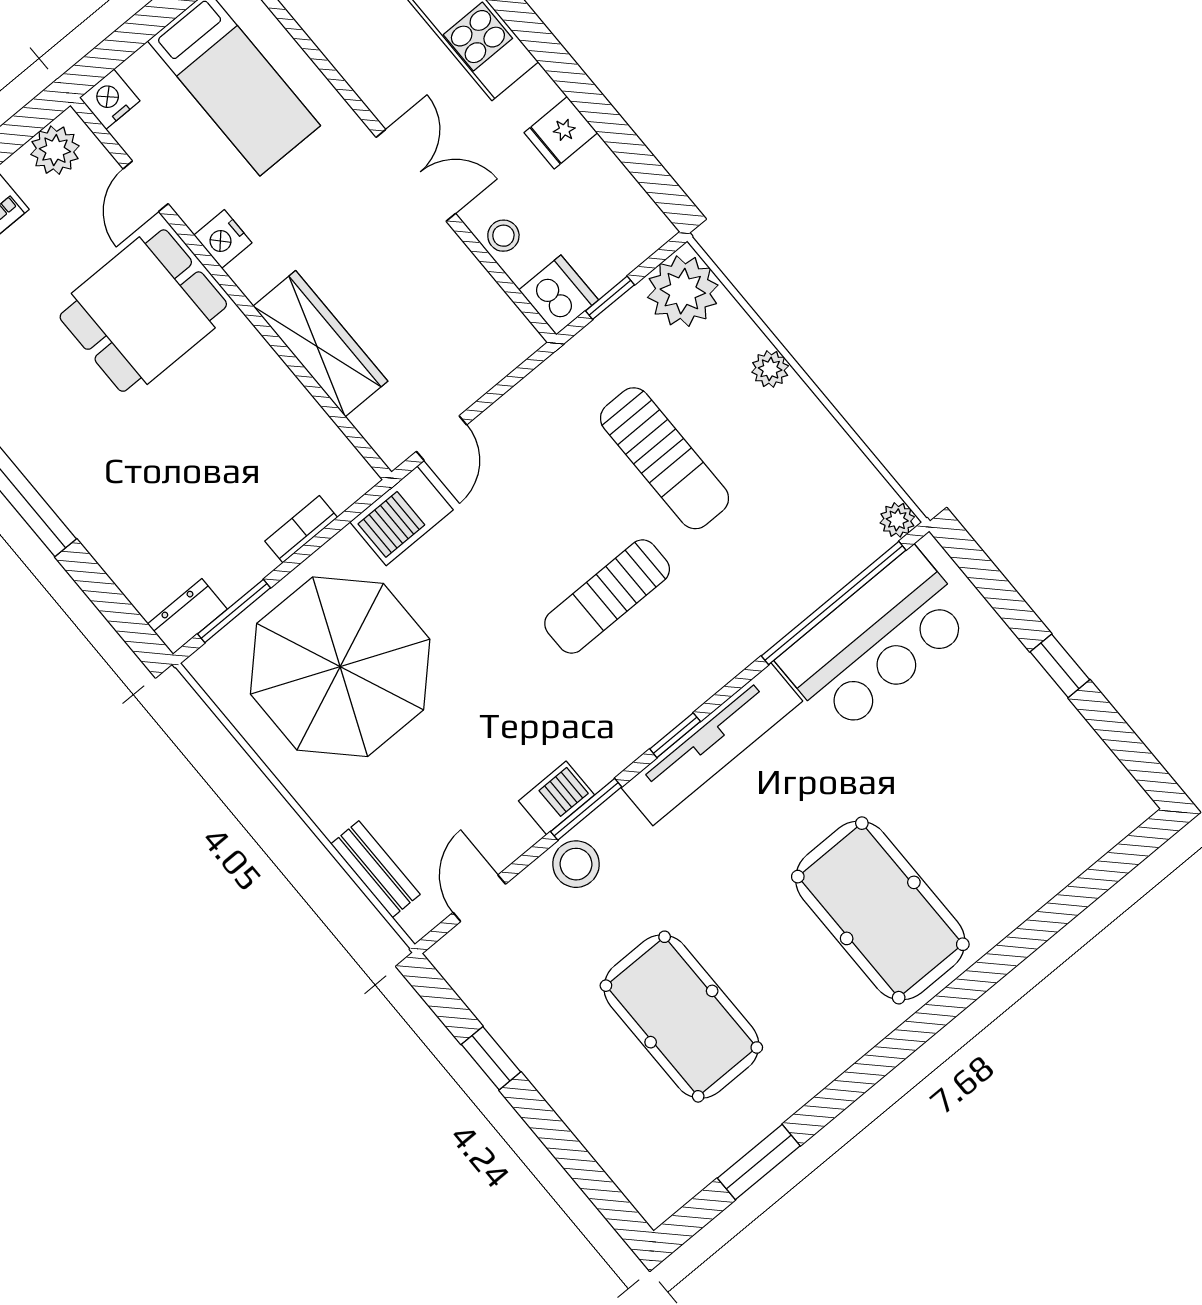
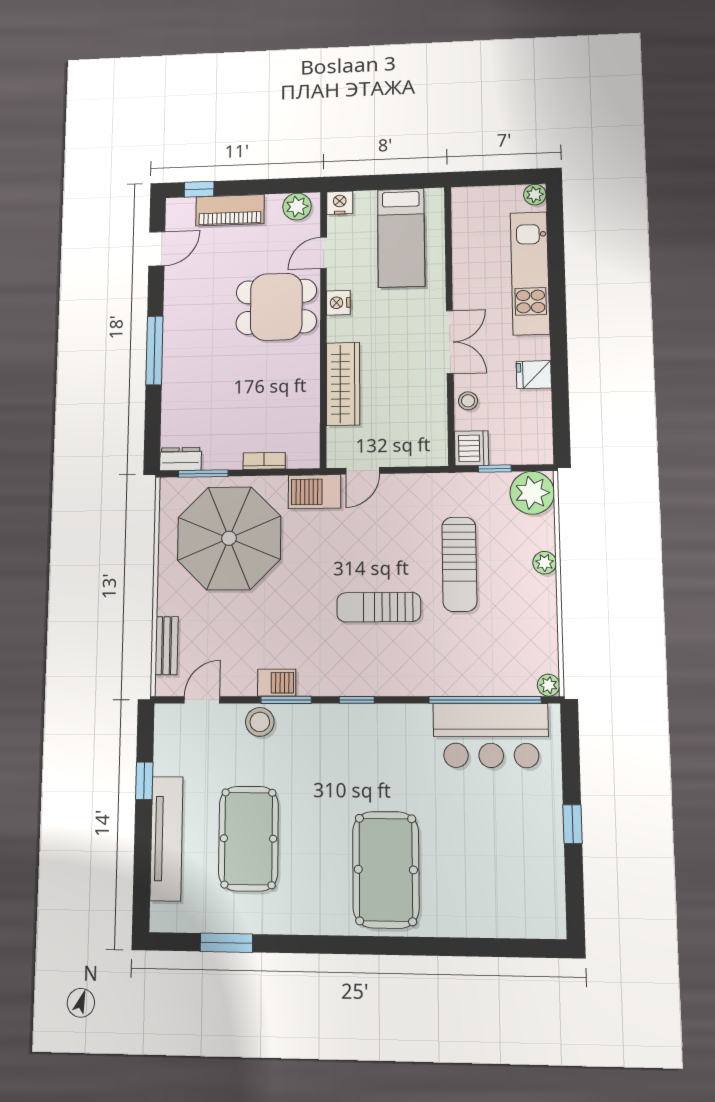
tv unit: (712, 744) -> (167, 838), moved, turned -90

